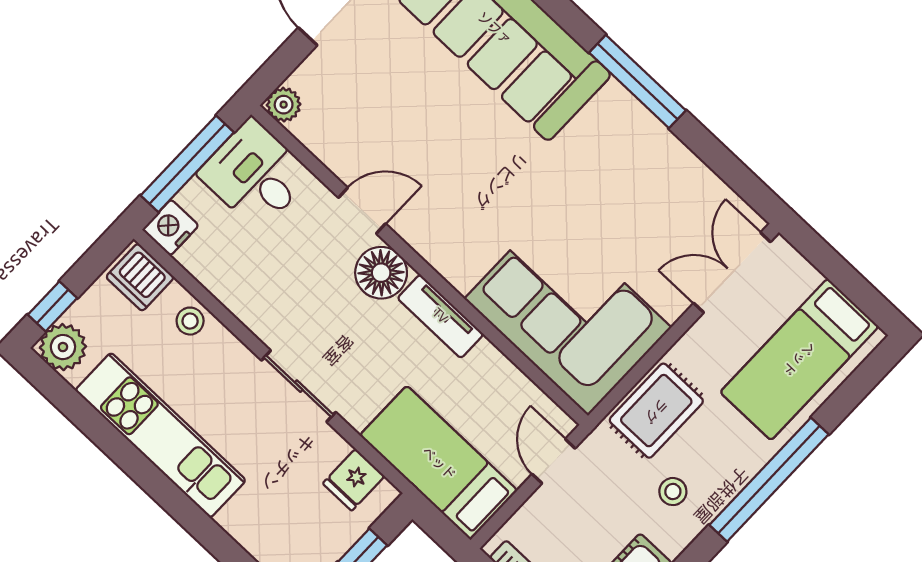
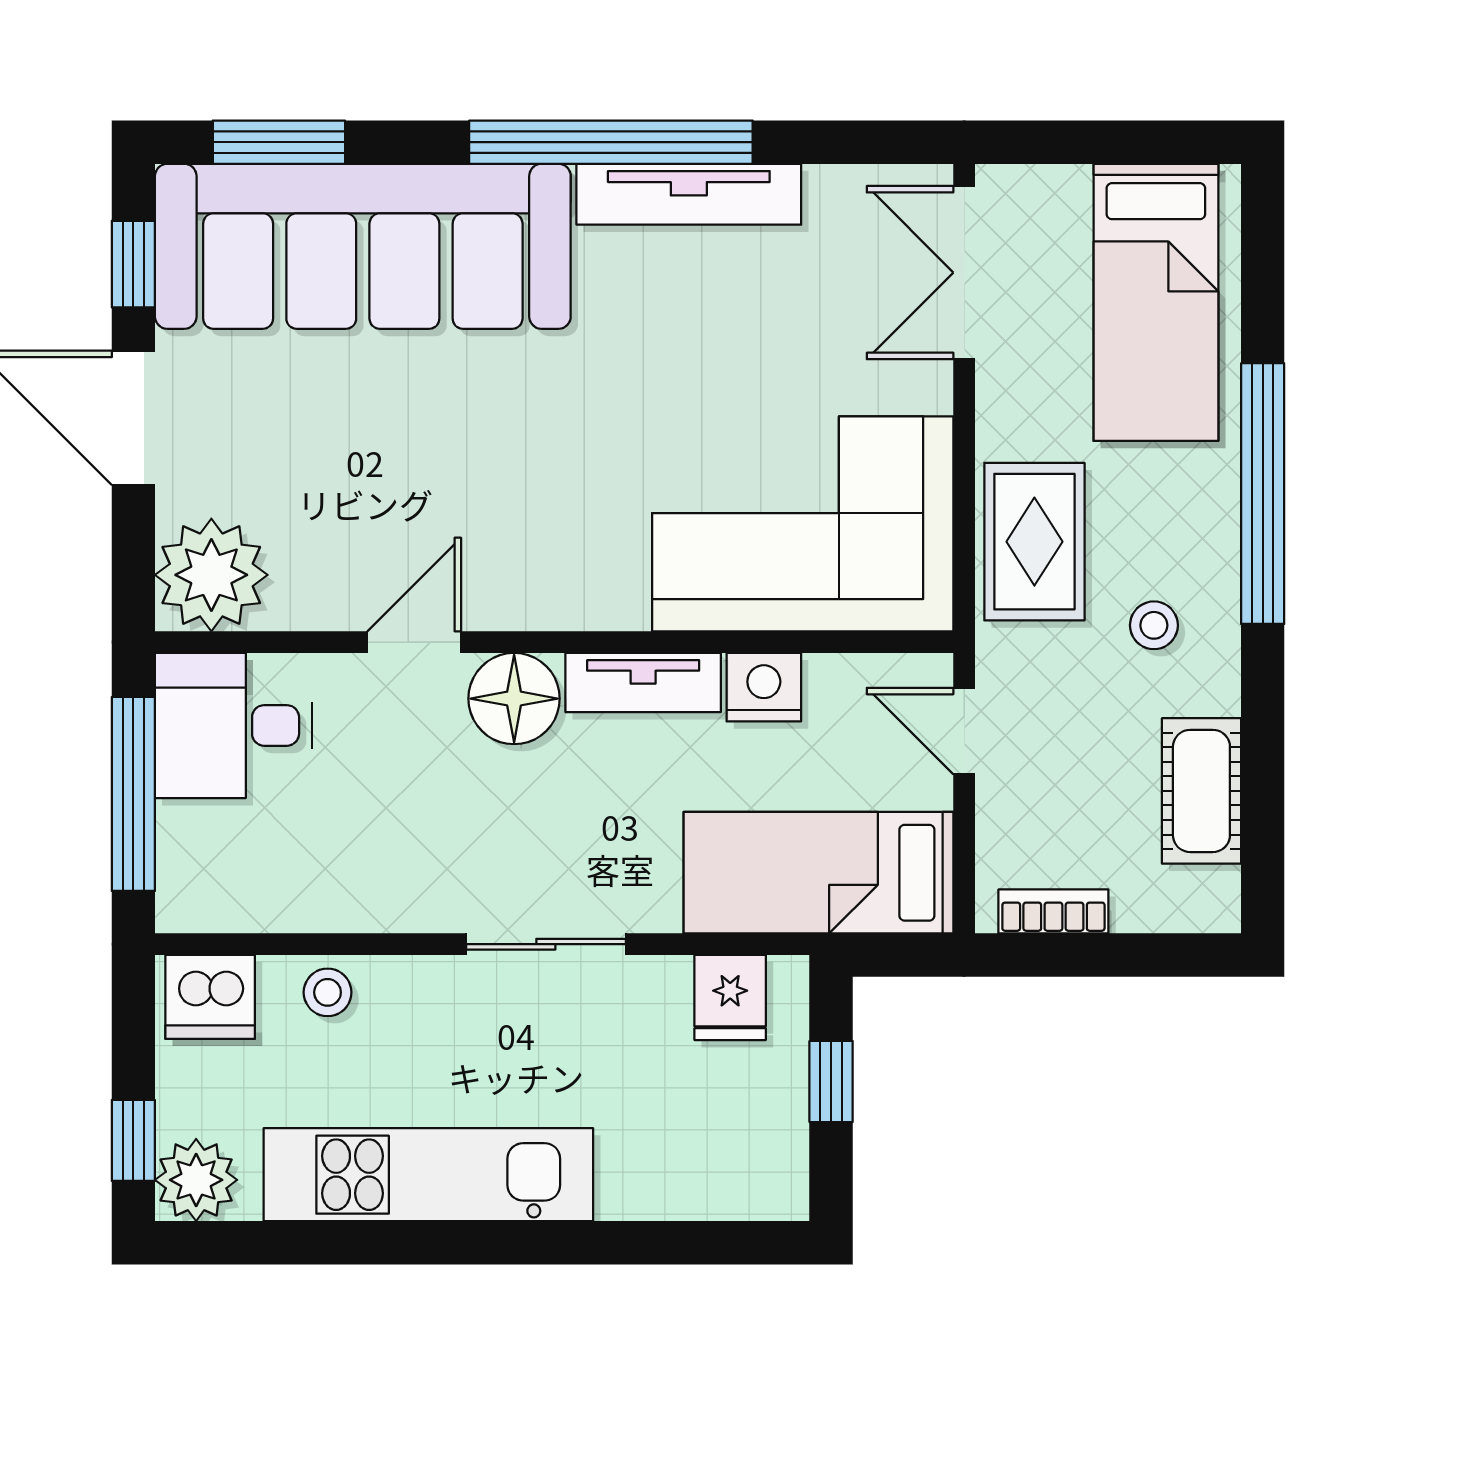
window: (637, 81) -> (611, 142), width x1.46
plant: (284, 105) -> (211, 575), width x1.87, depth x1.87
tv unit: (649, 133) -> (689, 194), added
nightstand: (171, 228) -> (764, 687), moved, turned 90

